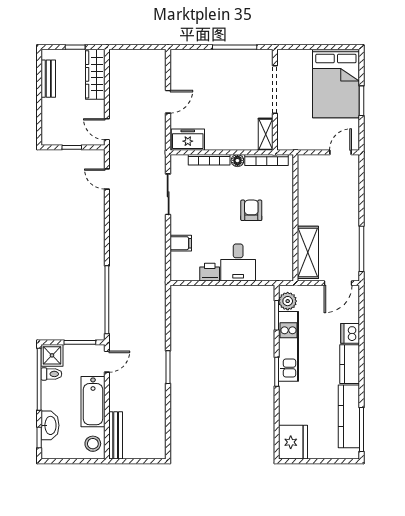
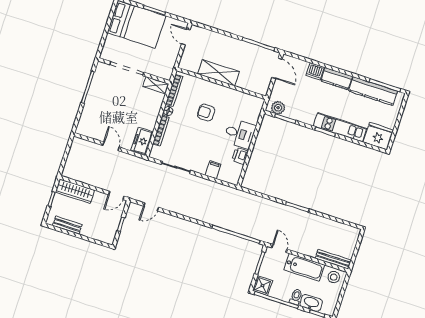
shelving: (308, 252) -> (218, 73), moved
kitchen unit: (289, 346) -> (340, 127), moved
toilet: (51, 374) -> (296, 297), moved

